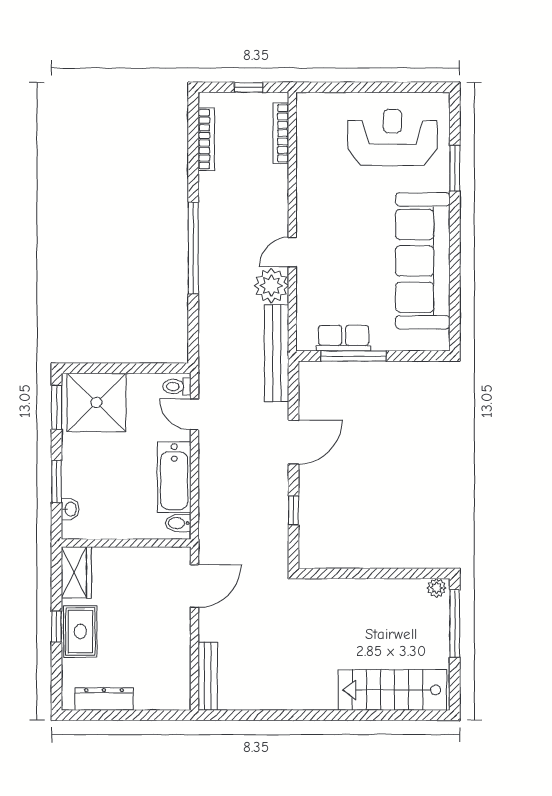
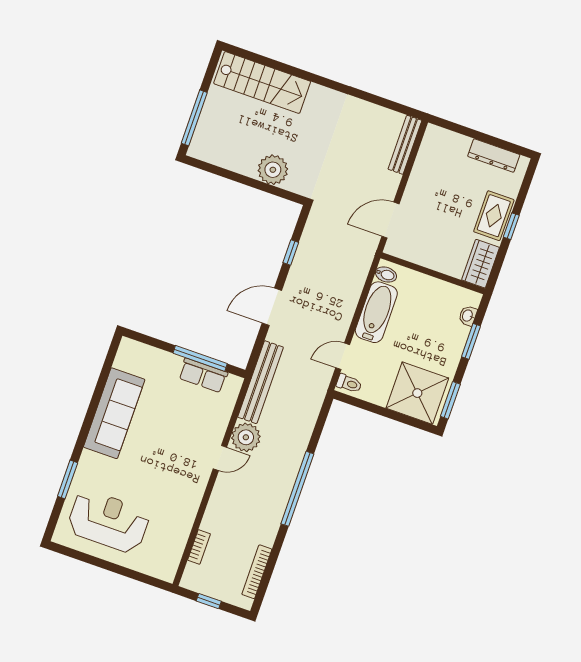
bookcase: (281, 133) -> (199, 547), width x0.64
reception desk: (392, 137) -> (108, 521), turned 180
sofa: (423, 261) -> (114, 413), width x0.74, depth x0.79
door: (195, 414) -> (343, 356), swing flipped
plant: (436, 588) -> (273, 170), moved, width x1.87, depth x1.87

